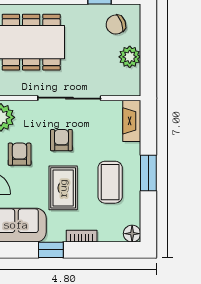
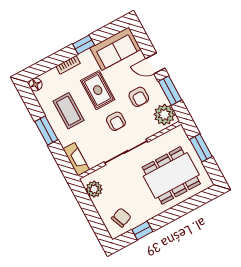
plant: (130, 57) -> (94, 189), moved

